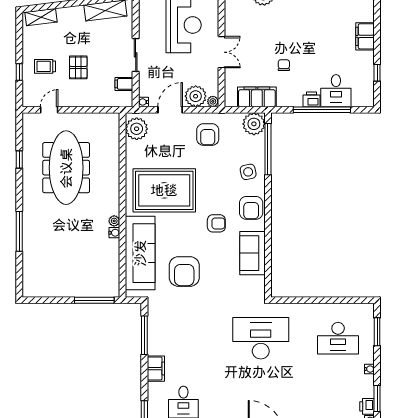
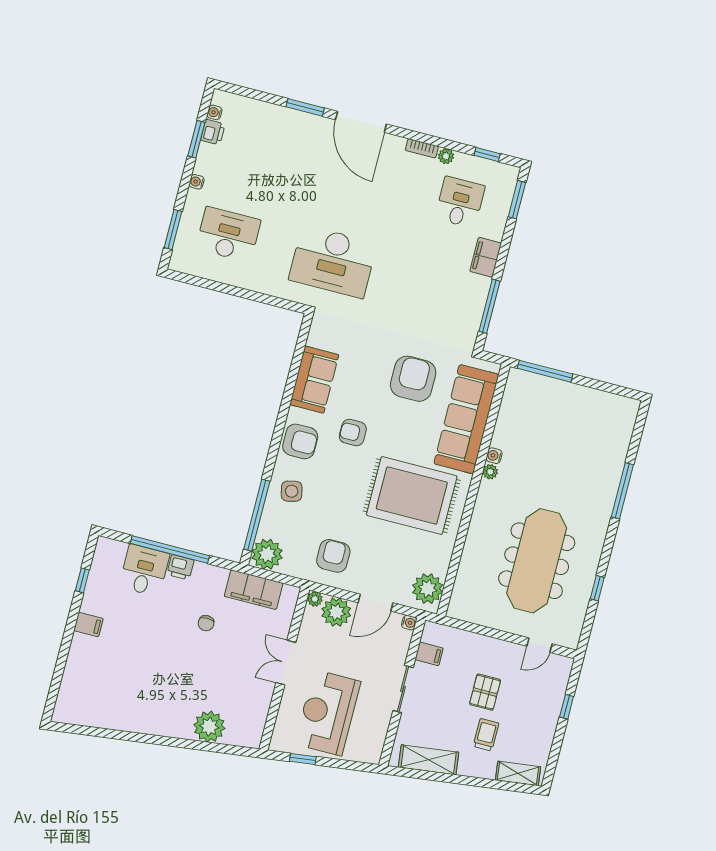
filing cabinet: (365, 36) -> (88, 624), width x0.50
trolley: (45, 66) -> (486, 735), moved, turned -90
armchair: (251, 208) -> (300, 441), turned 90

